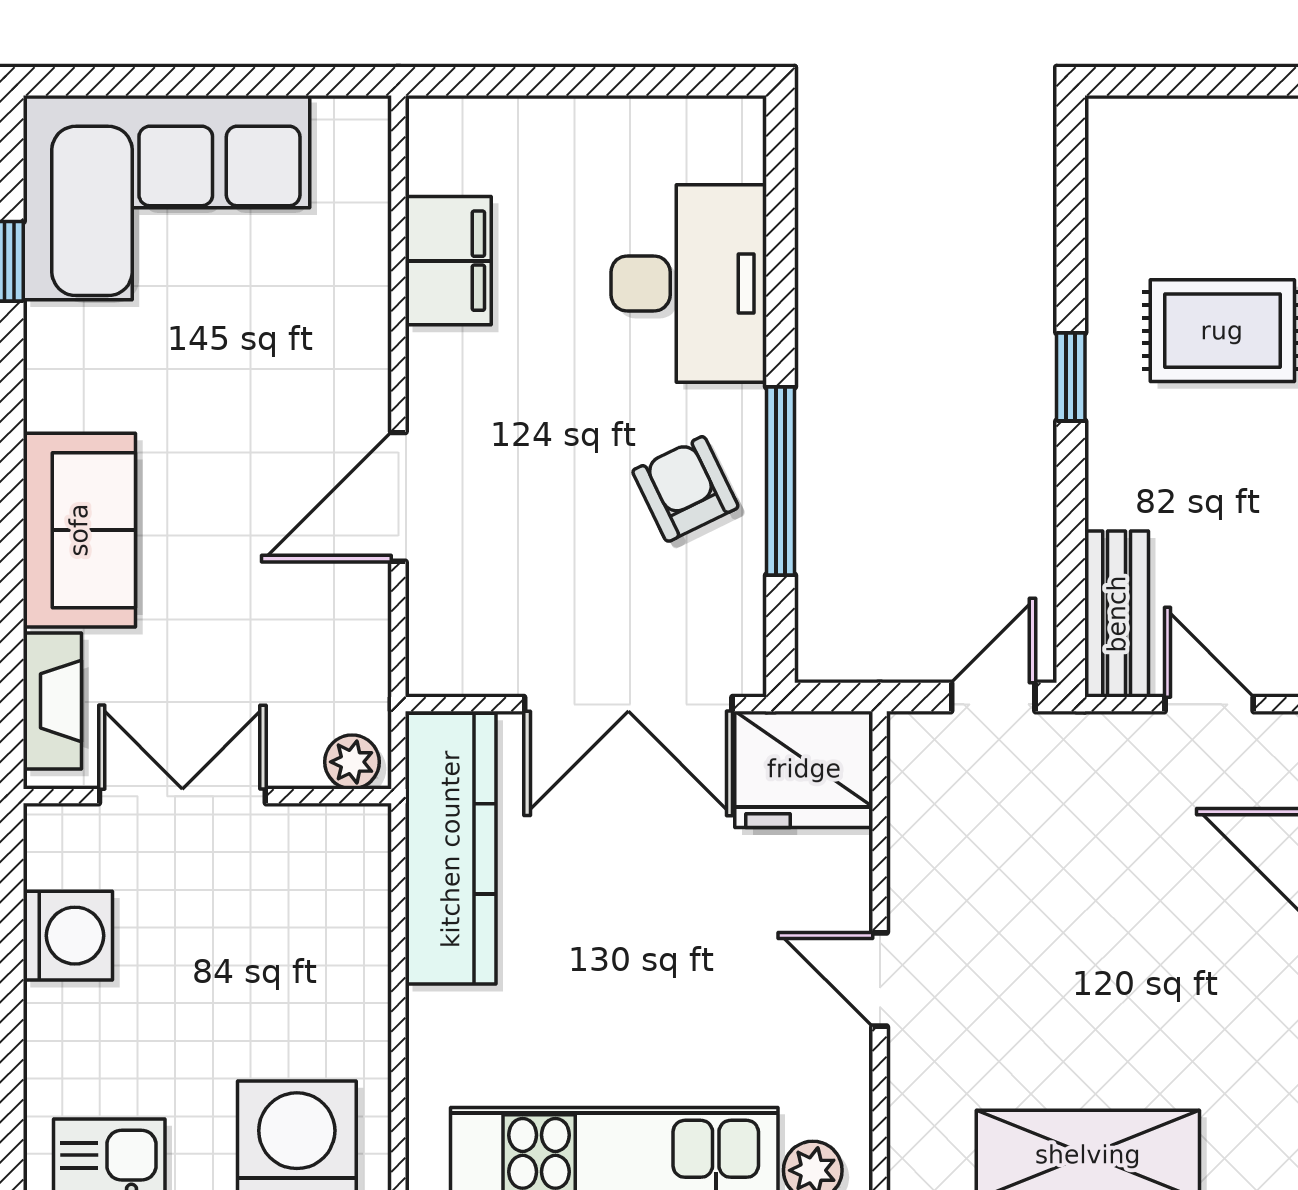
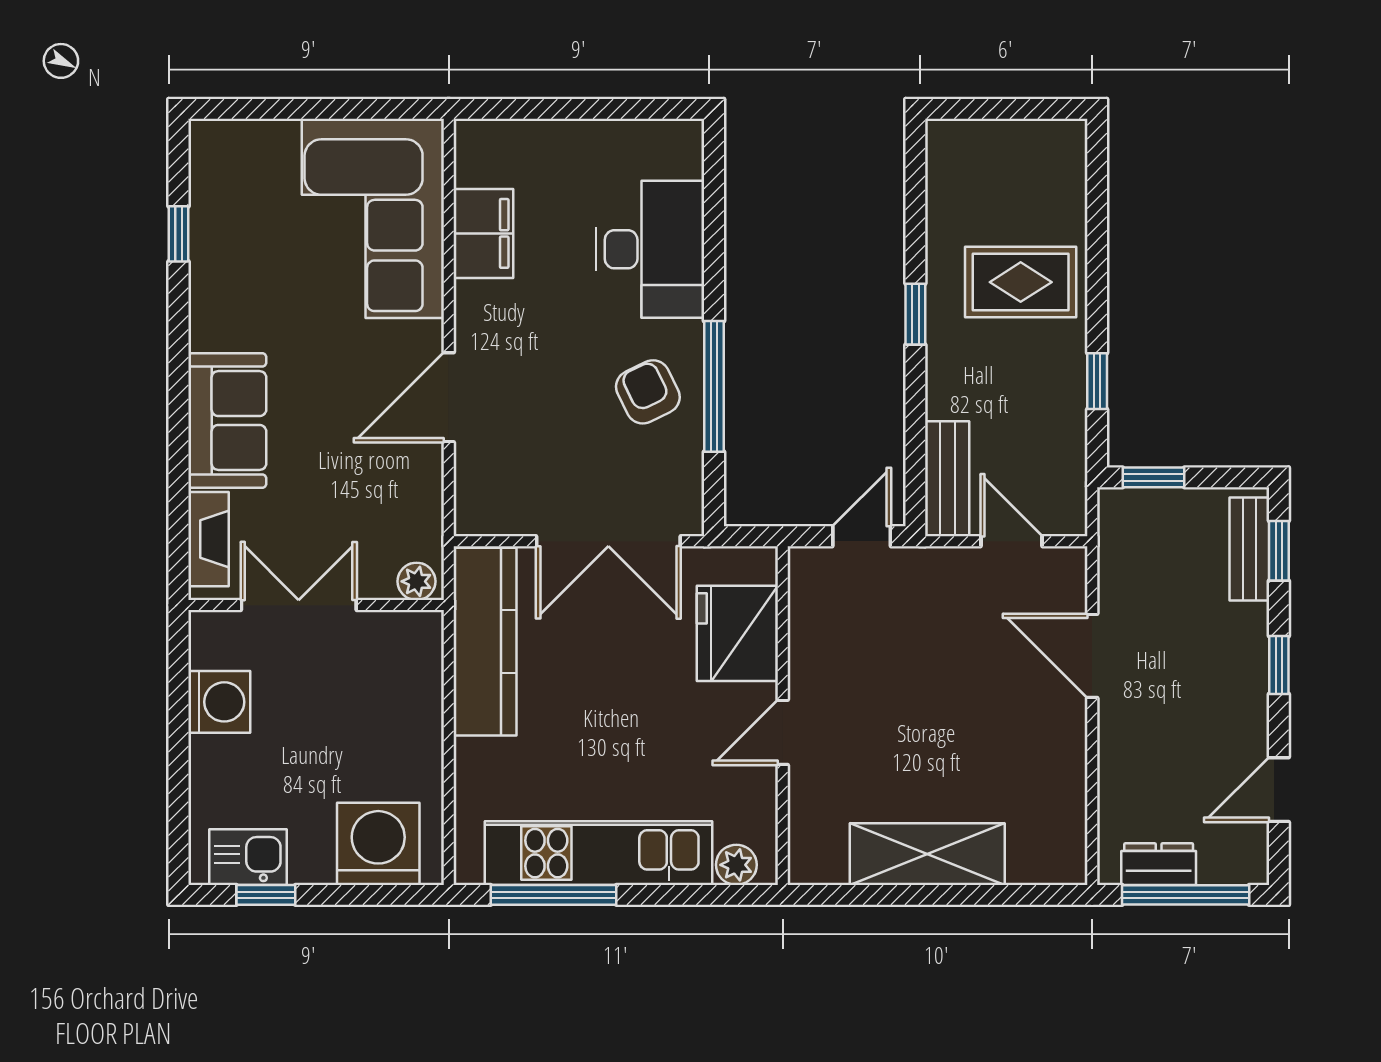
corner sofa: (166, 198) -> (373, 219), moved, turned 90
fridge: (804, 769) -> (737, 633), moved, turned 90
door: (880, 980) -> (783, 732), hinge flipped

